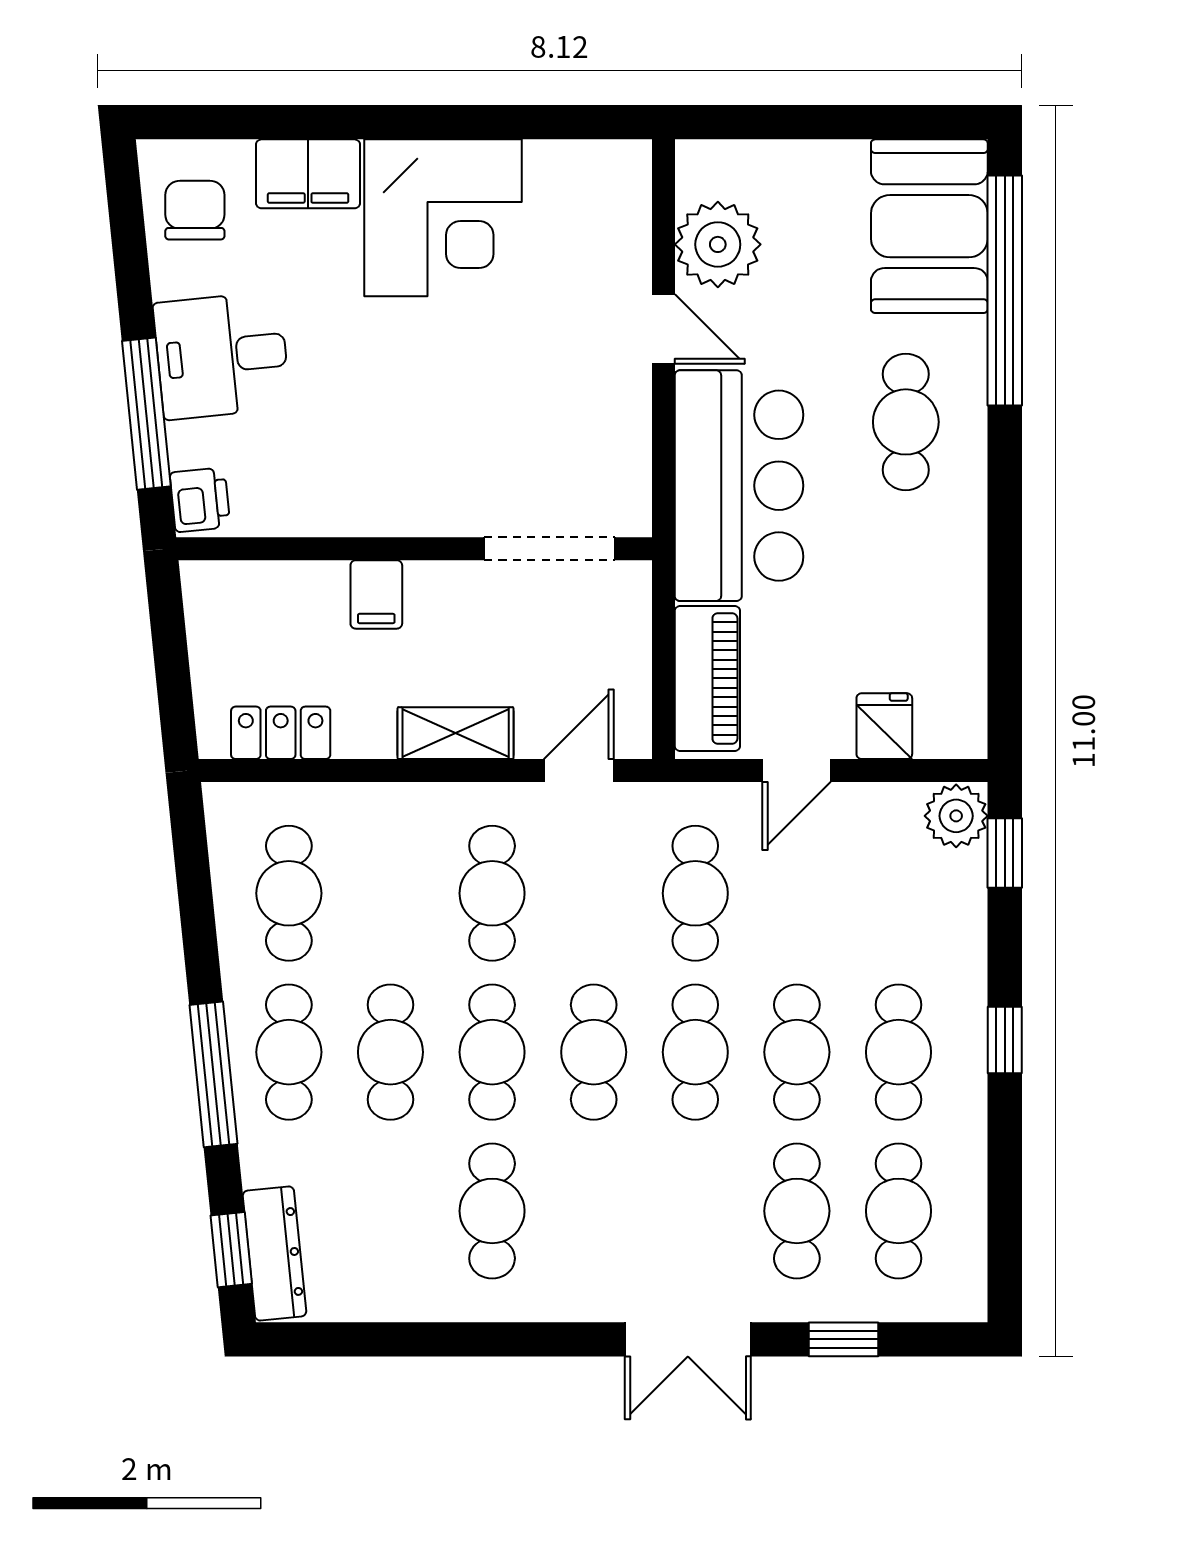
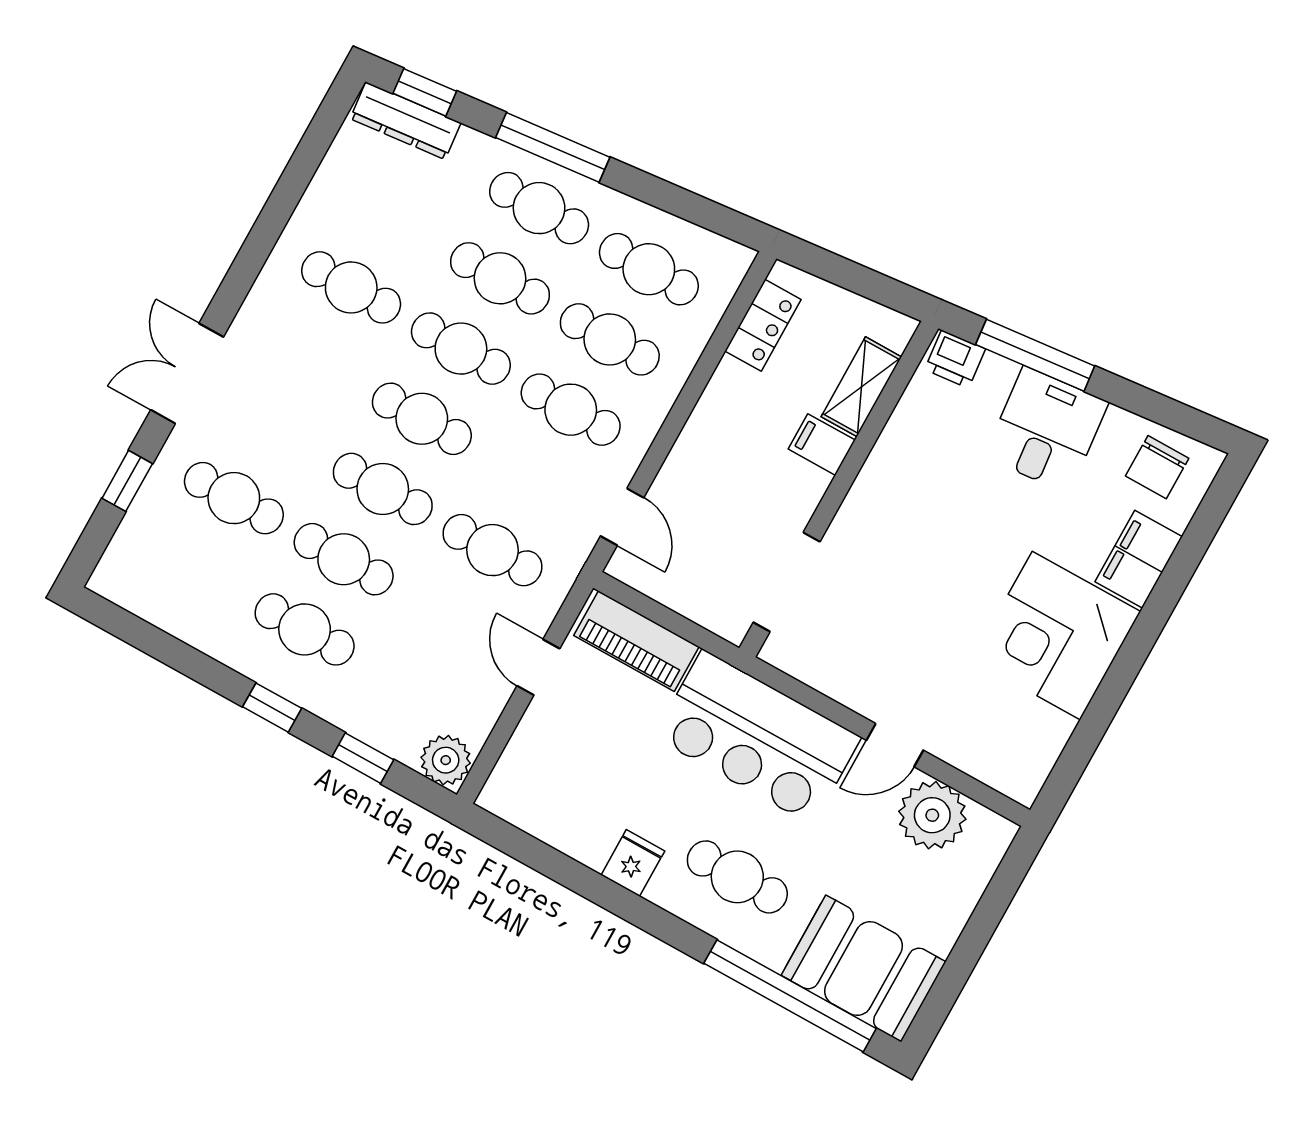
chair: (195, 210) -> (1157, 467), turned 90
fridge: (884, 726) -> (633, 863), moved, turned -90
shelving: (456, 733) -> (861, 387), moved
window: (1005, 853) -> (363, 758), moved
cafe table: (899, 1211) -> (610, 339), moved

